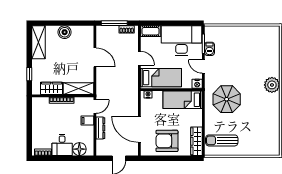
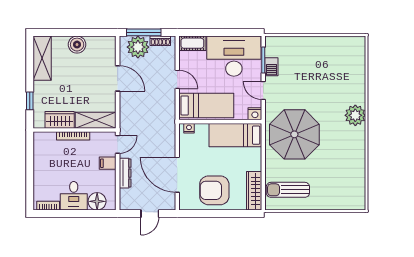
plant: (110, 34) -> (138, 47), added
parasol: (227, 99) -> (294, 134), width x1.36, depth x1.36

